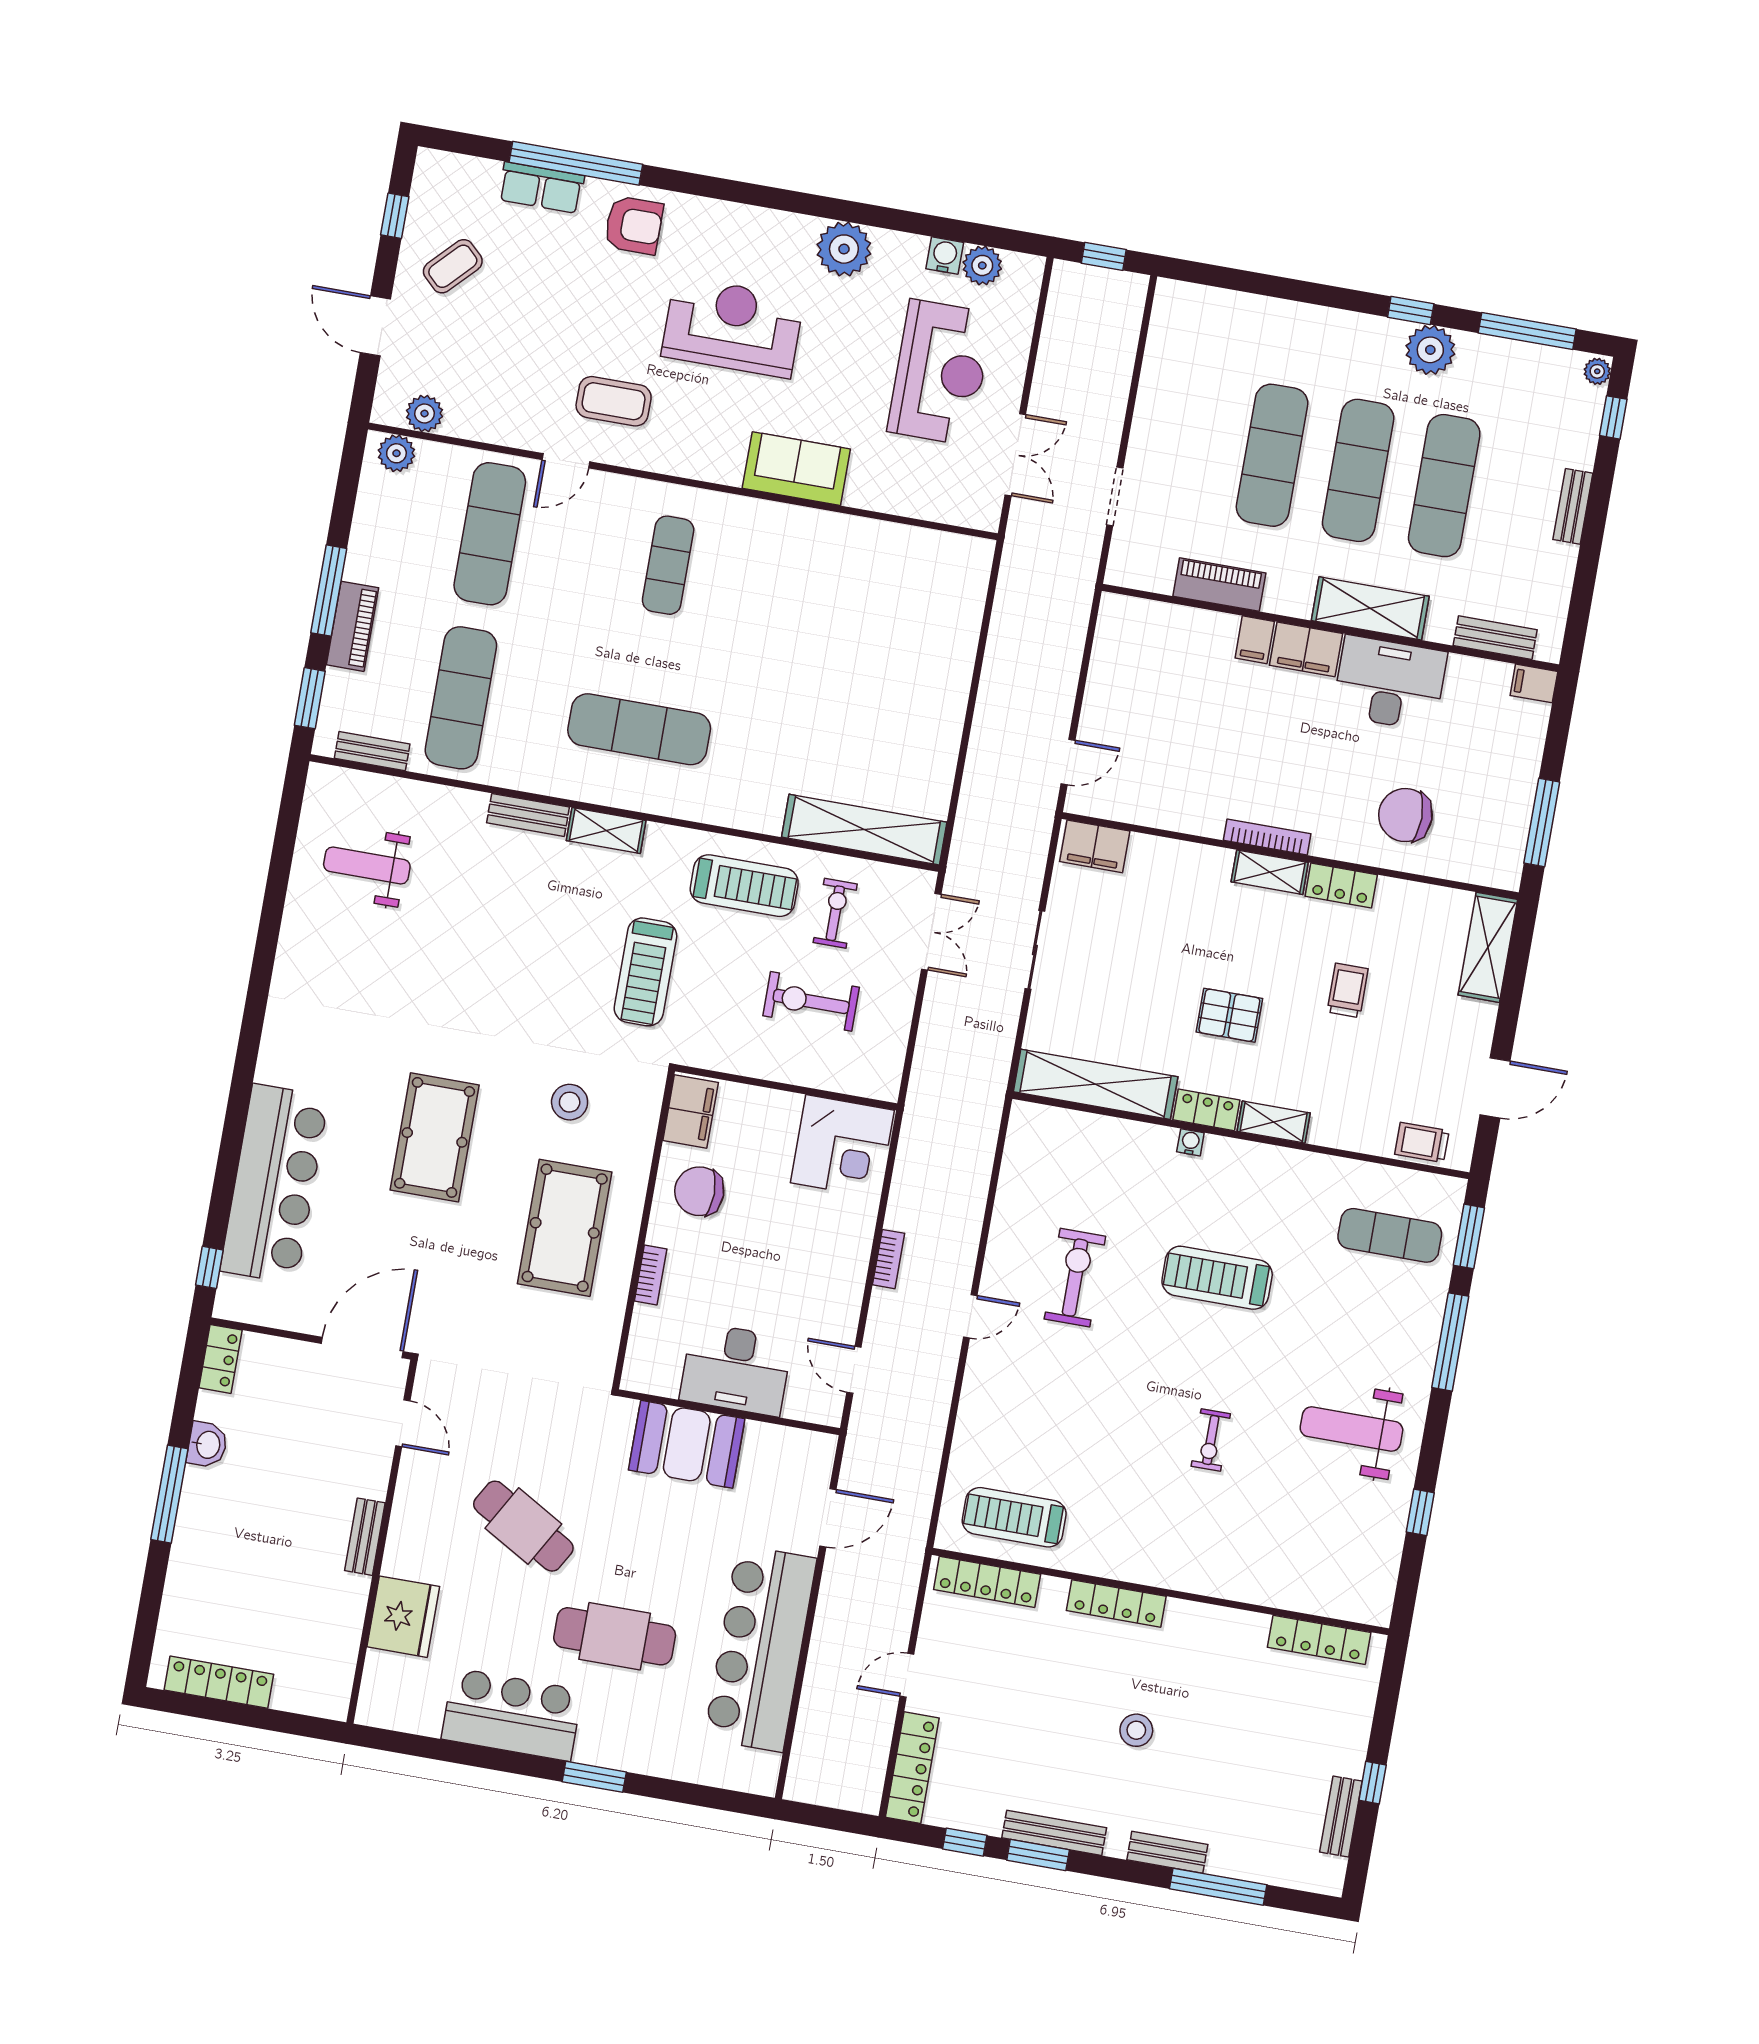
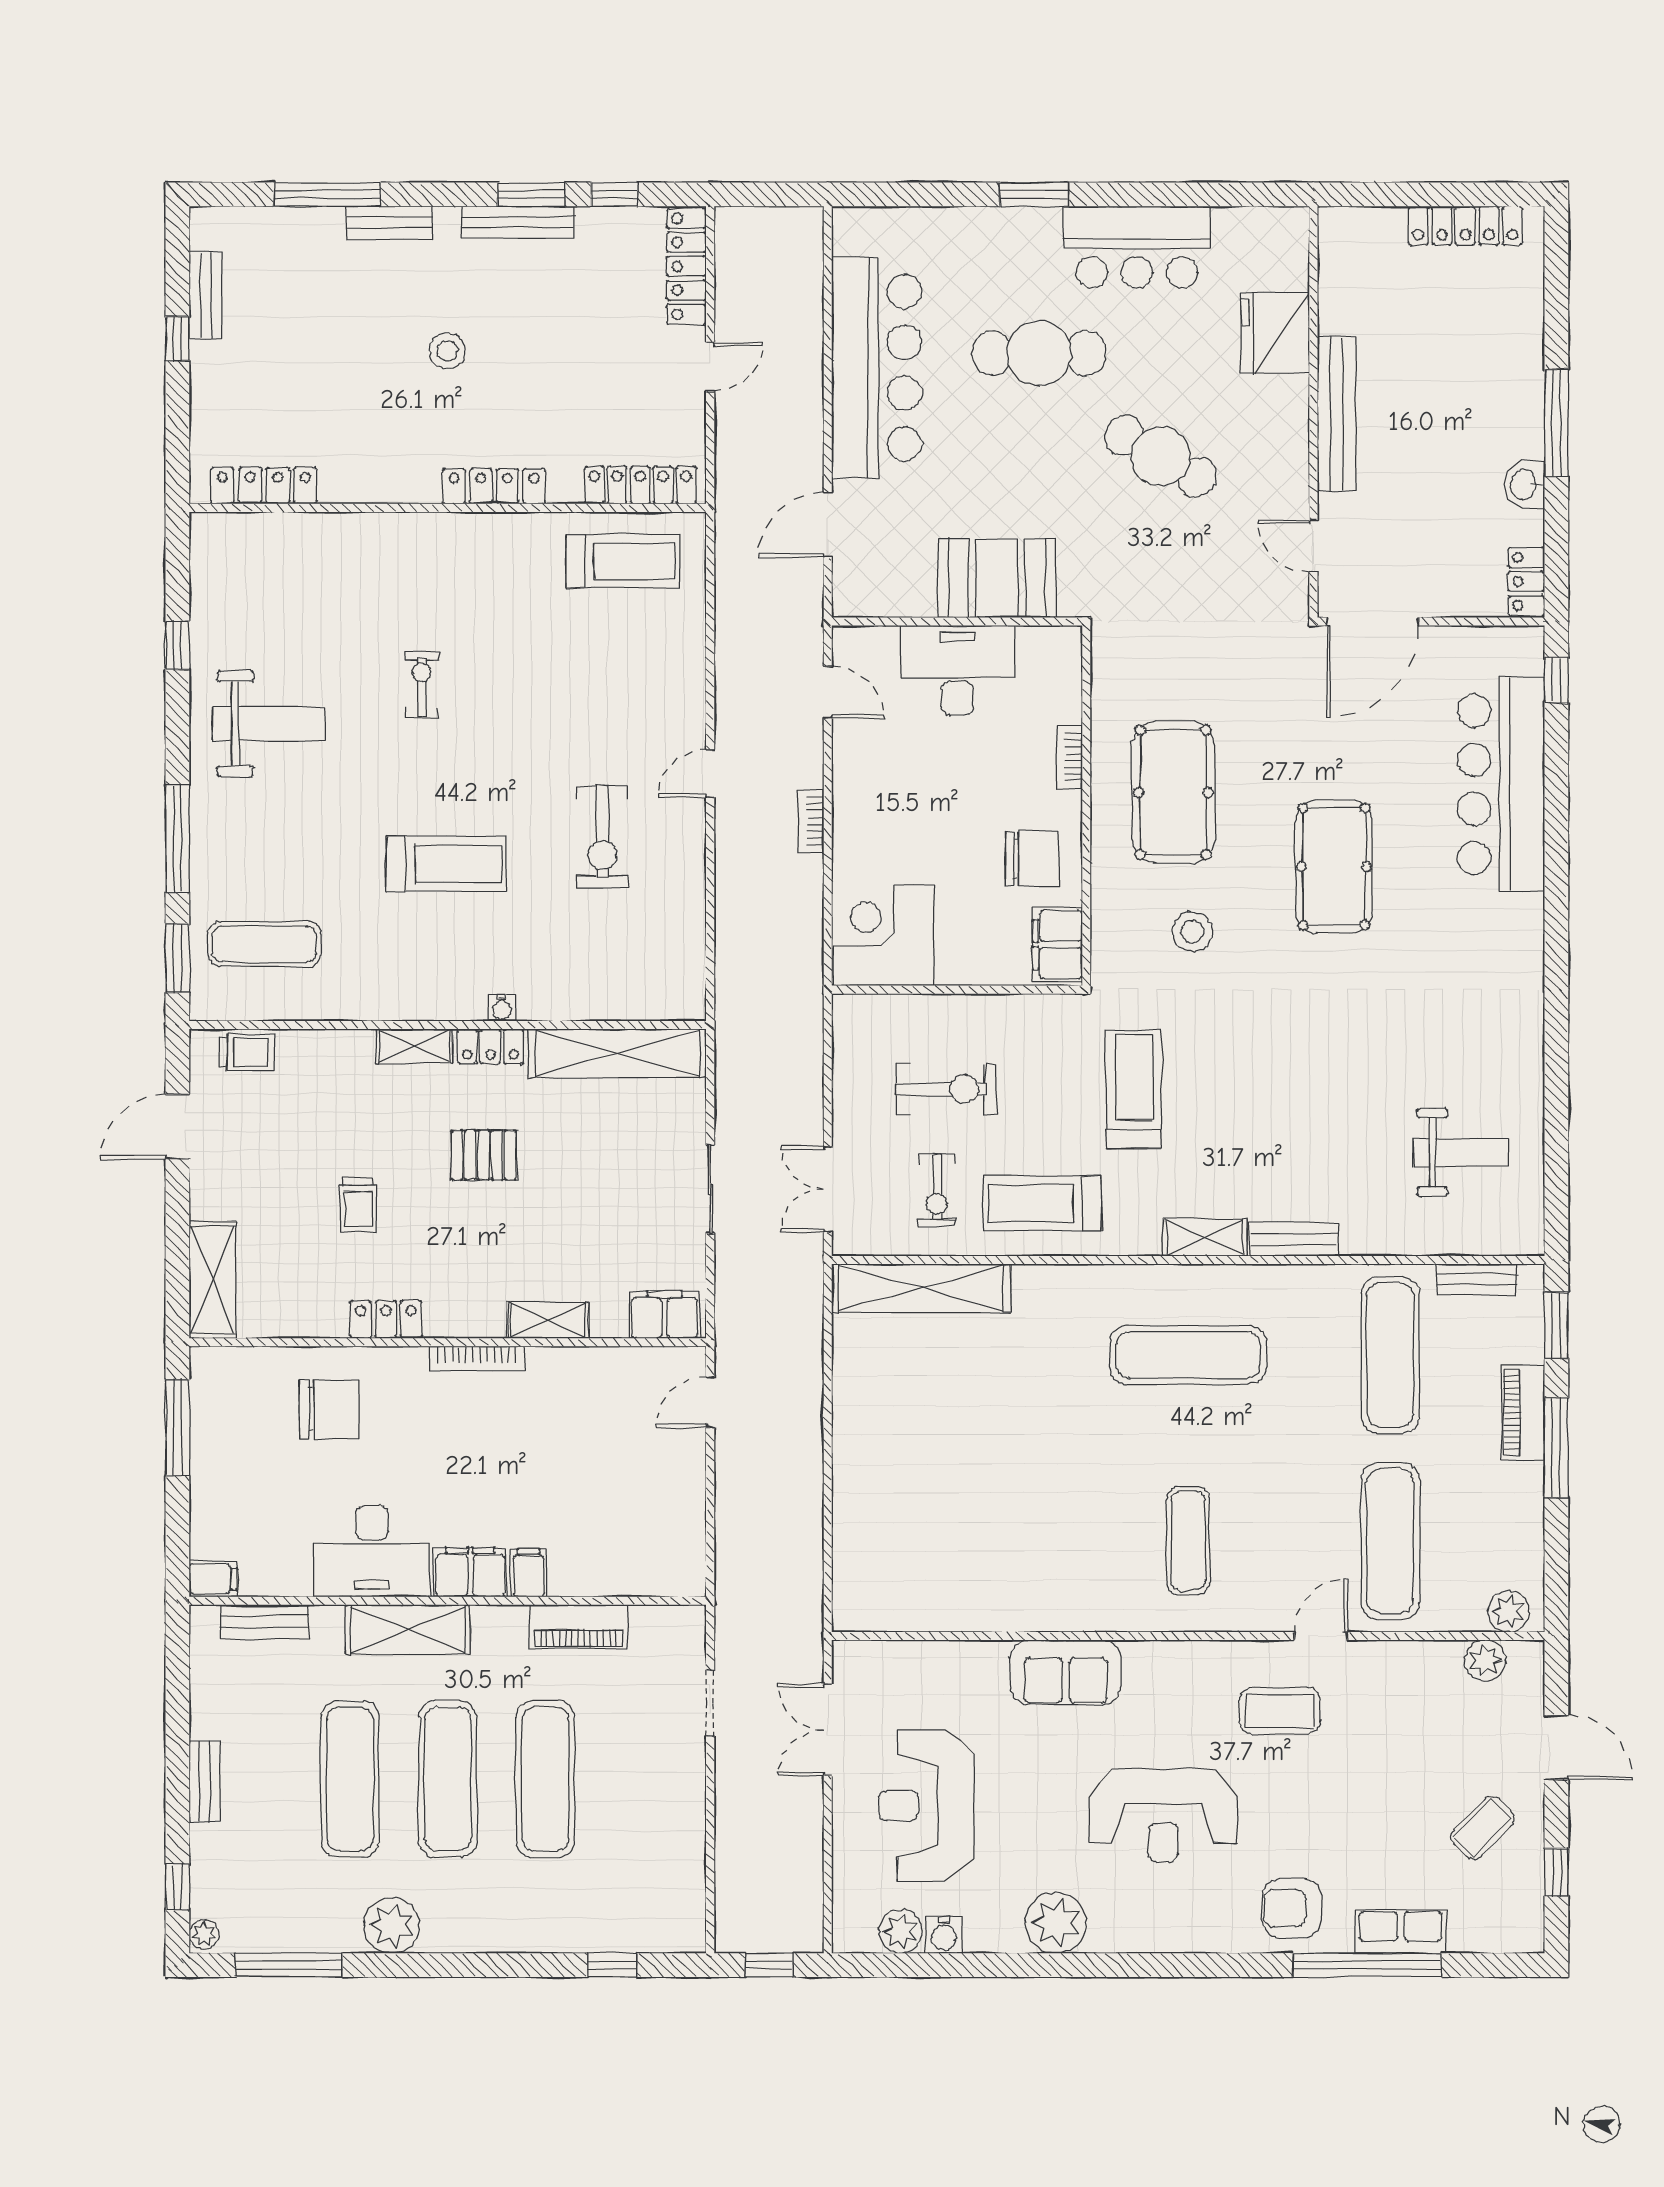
window: (1411, 310) -> (612, 1965), moved
shelving: (1270, 872) -> (548, 1320), moved
bench: (365, 1537) -> (1336, 414), width x1.86, depth x1.21

